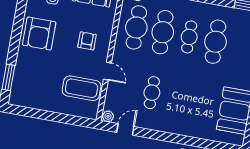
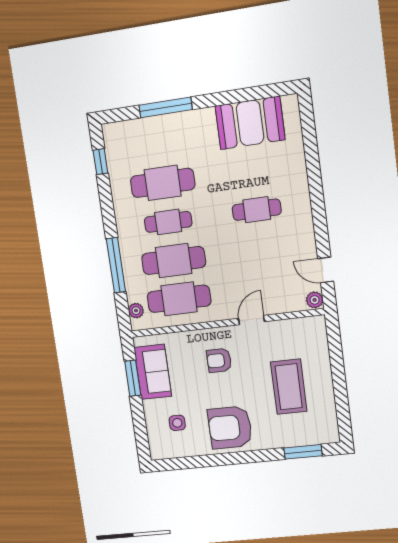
armchair: (39, 34) -> (230, 427), turned 180
coffee table: (82, 88) -> (289, 387), moved
cafe table: (152, 93) -> (257, 210), moved

